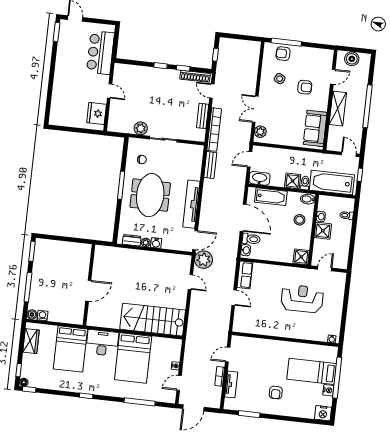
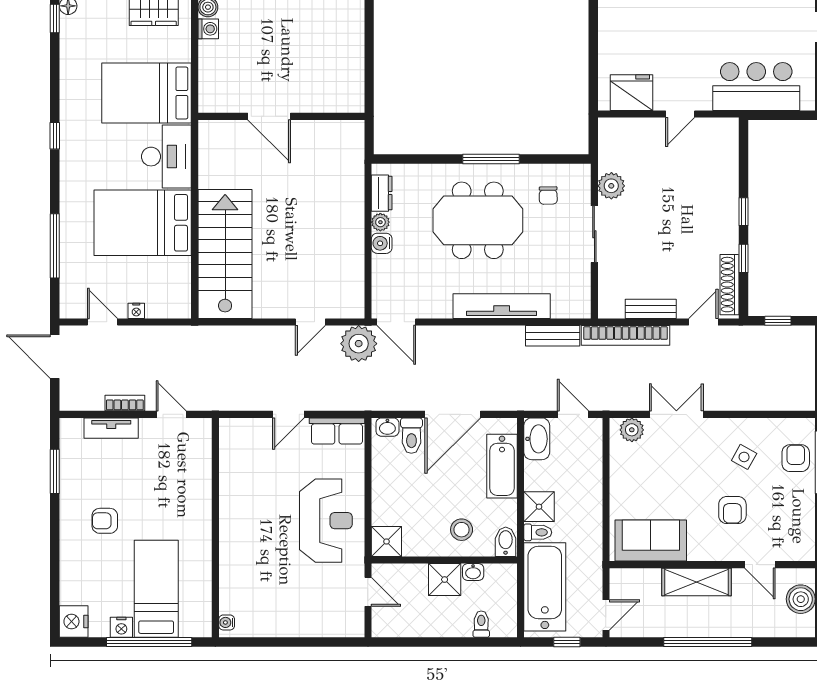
tv unit: (191, 204) -> (502, 306), moved
reception desk: (302, 299) -> (326, 521), moved

